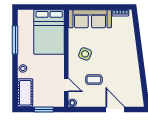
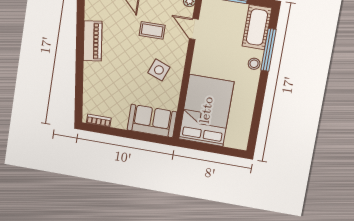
sofa: (90, 19) -> (152, 121), width x0.73
window: (15, 40) -> (268, 50), moved
piano: (133, 66) -> (93, 41), added

